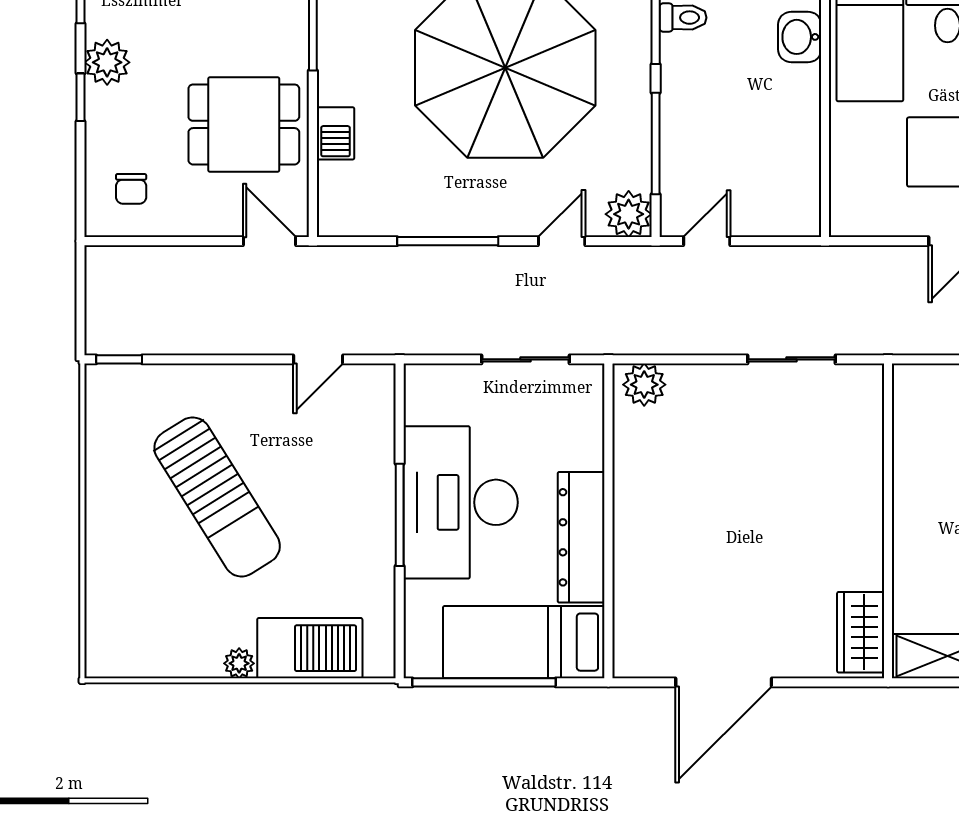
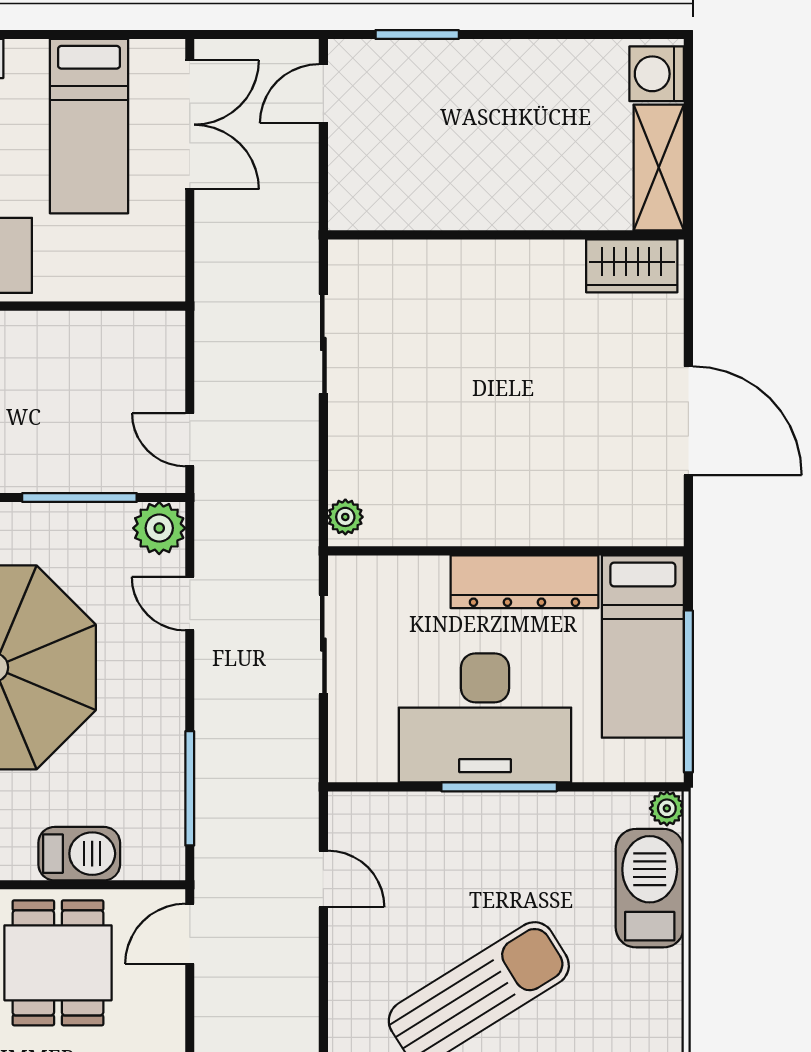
barbecue: (335, 133) -> (79, 854), width x1.38, depth x1.27
window: (448, 241) -> (190, 788), moved
plant: (644, 385) -> (345, 517), width x0.73, depth x0.73
plant: (239, 663) -> (667, 808), moved

